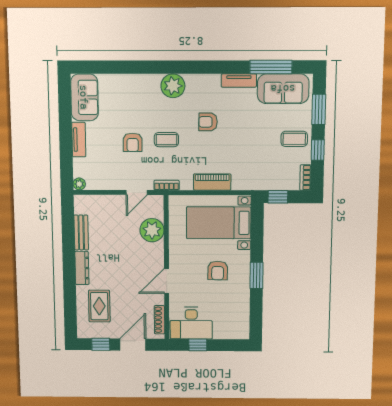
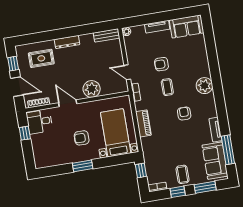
plant: (152, 230) -> (92, 89), moved
bench: (81, 233) -> (107, 35), moved
desk: (191, 323) -> (39, 122), width x0.73

